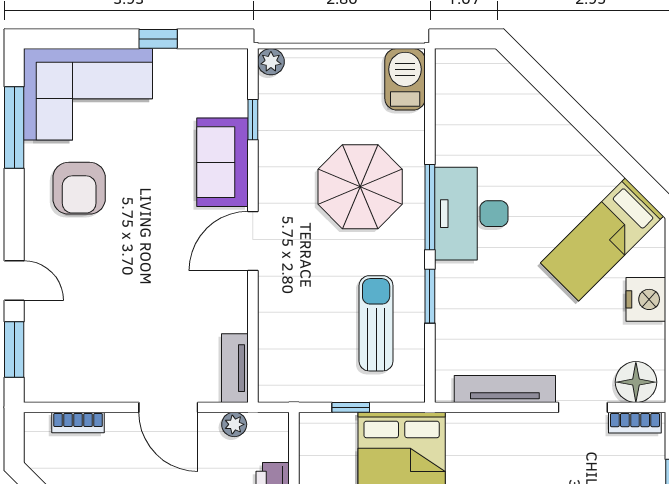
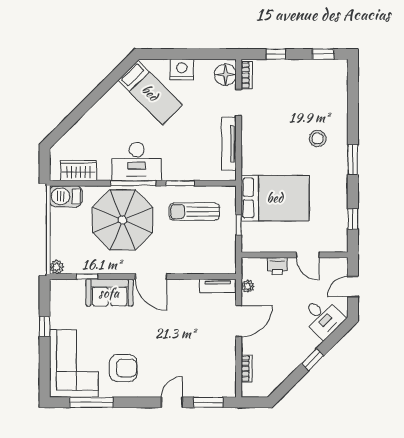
wardrobe: (454, 103) -> (78, 170), added
parasol: (360, 187) -> (122, 220), width x1.36, depth x1.36

